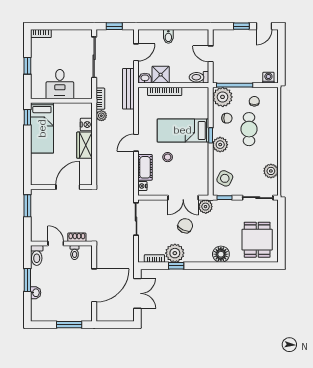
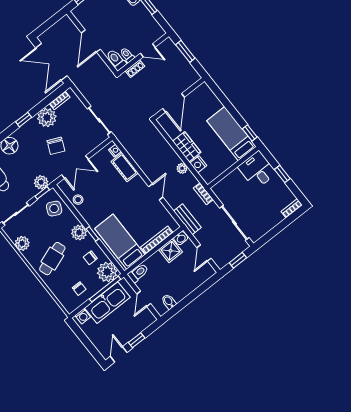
bidet: (168, 36) -> (169, 302), moved
door: (211, 54) -> (144, 299), swing flipped
kitchen sink: (241, 73) -> (107, 303), added
desk: (60, 84) -> (257, 170), moved
bench: (128, 89) -> (187, 219), width x0.73
plant: (101, 116) -> (182, 168), moved
cafe table: (249, 129) -> (52, 259), moved, turned 70
bed: (183, 130) -> (120, 242), moved, turned -90
door: (136, 143) -> (156, 192), moved
stool: (168, 157) -> (78, 200), moved
double door: (183, 198) -> (75, 167), swing flipped
window: (27, 206) -> (185, 51), moved
plant: (206, 207) -> (41, 182), moved
toilet: (37, 255) -> (116, 60), moved
window: (176, 266) -> (24, 120), moved
door: (94, 285) -> (91, 41), width x0.73
double door: (137, 293) -> (51, 62), width x1.37

